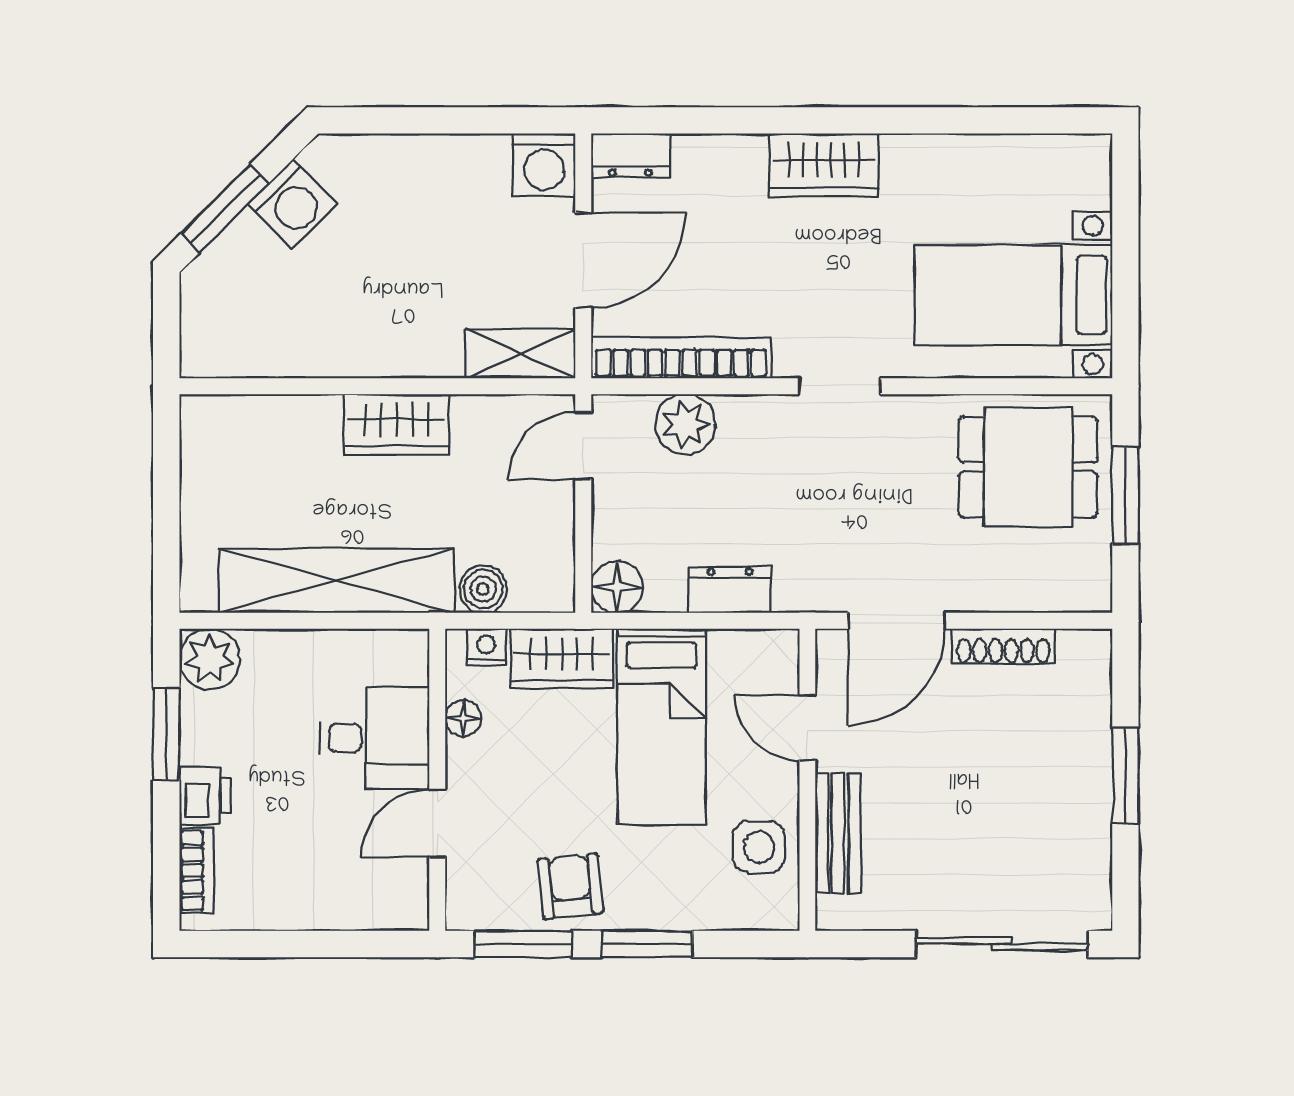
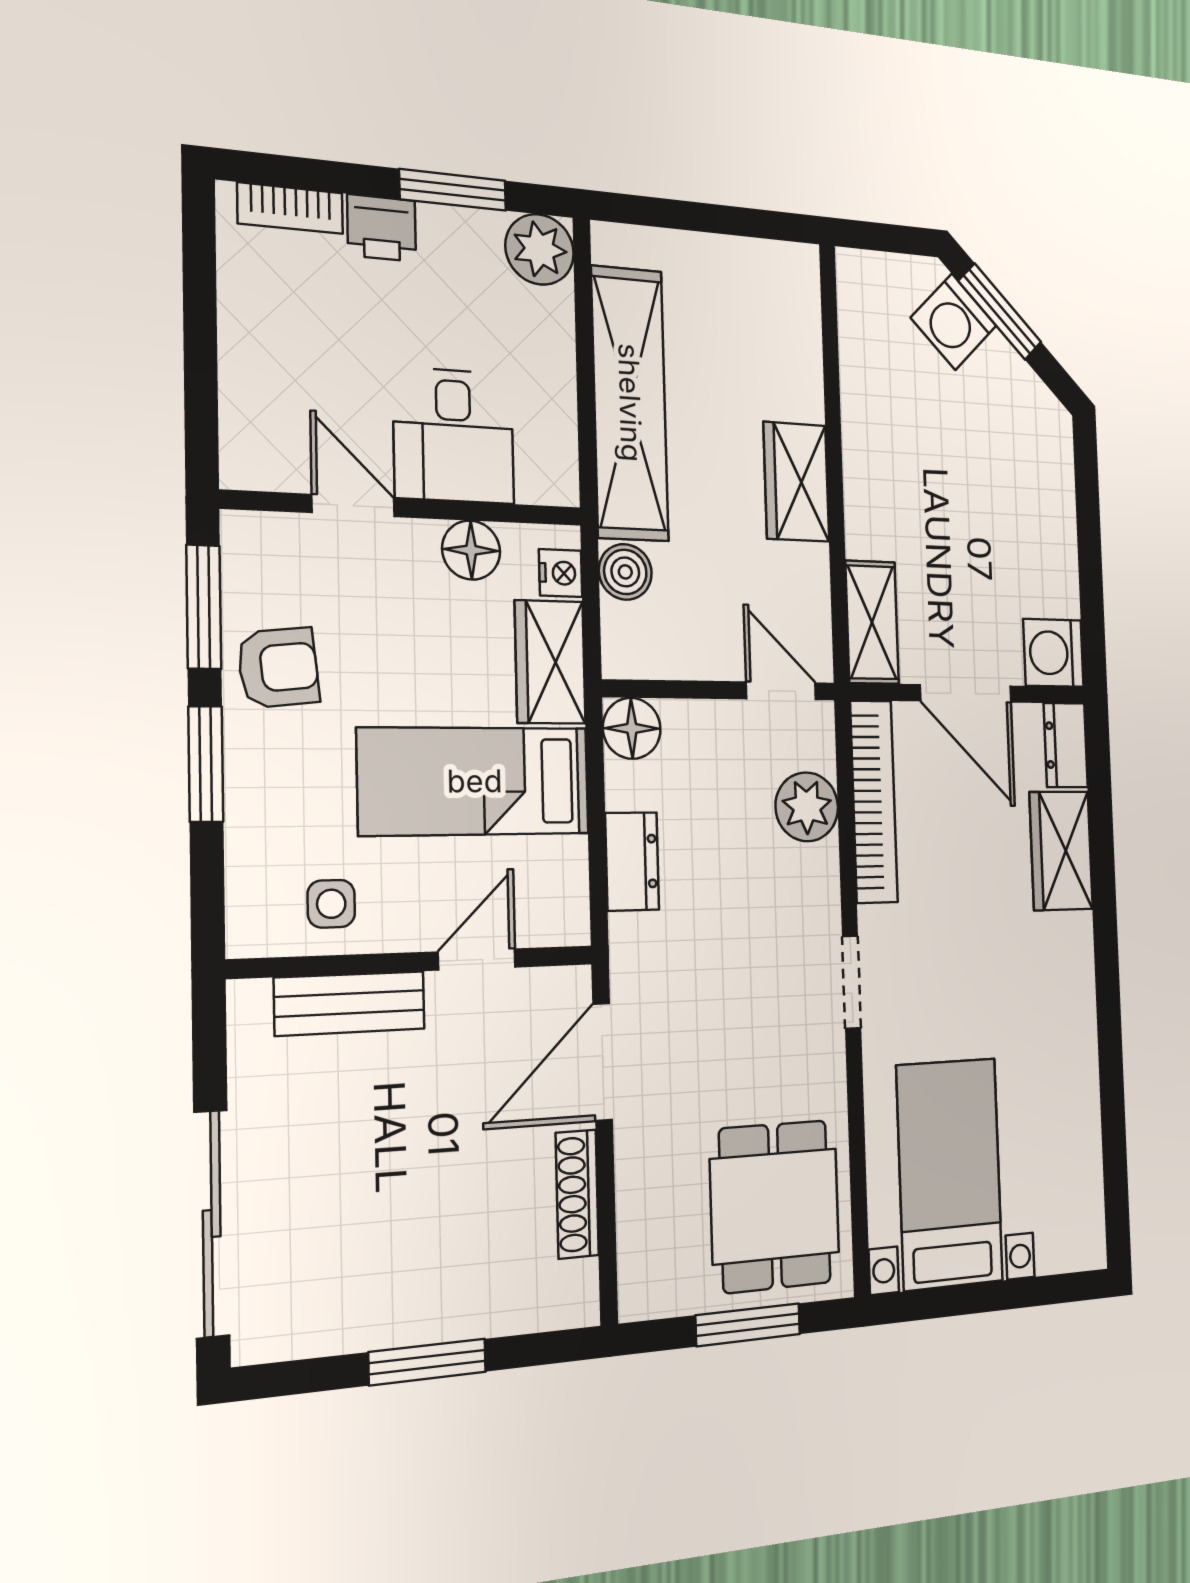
wardrobe: (824, 165) -> (1061, 851), moved
washing machine: (293, 204) -> (954, 322), moved
door: (897, 621) -> (603, 1062), hinge flipped
floor lamp: (463, 718) -> (471, 550), width x1.37, depth x1.37
side table: (759, 847) -> (331, 904), width x0.73, depth x0.73

